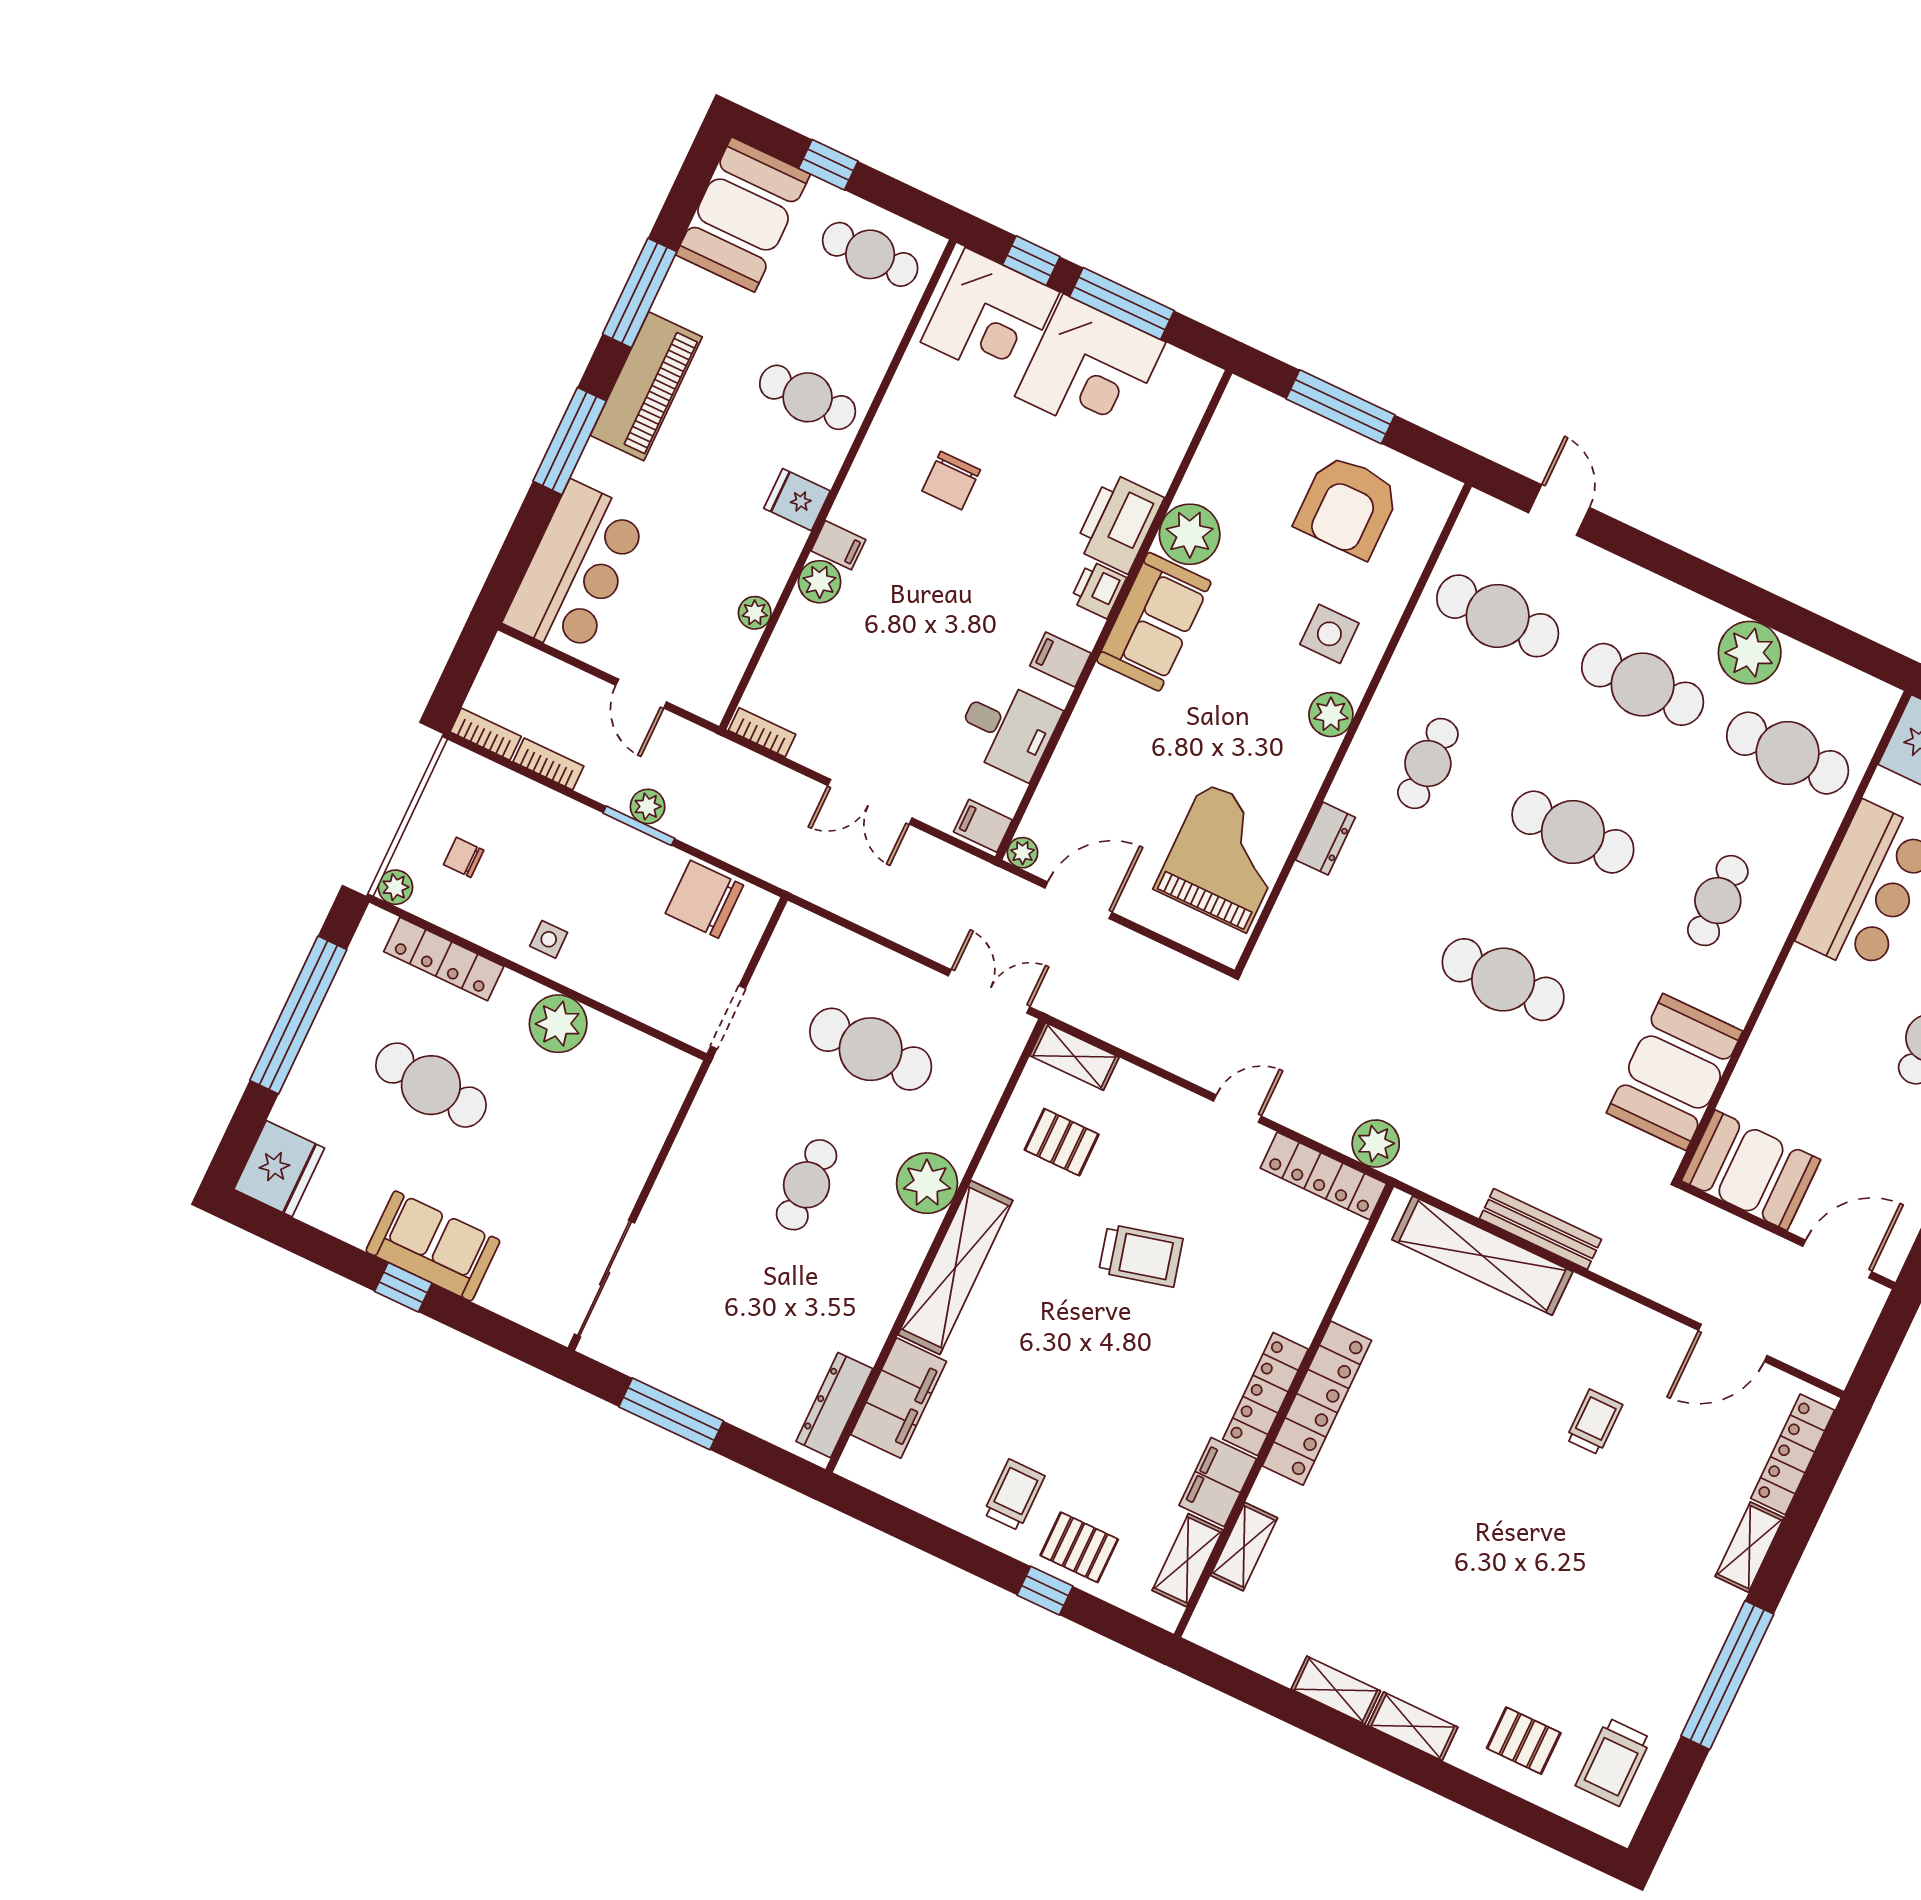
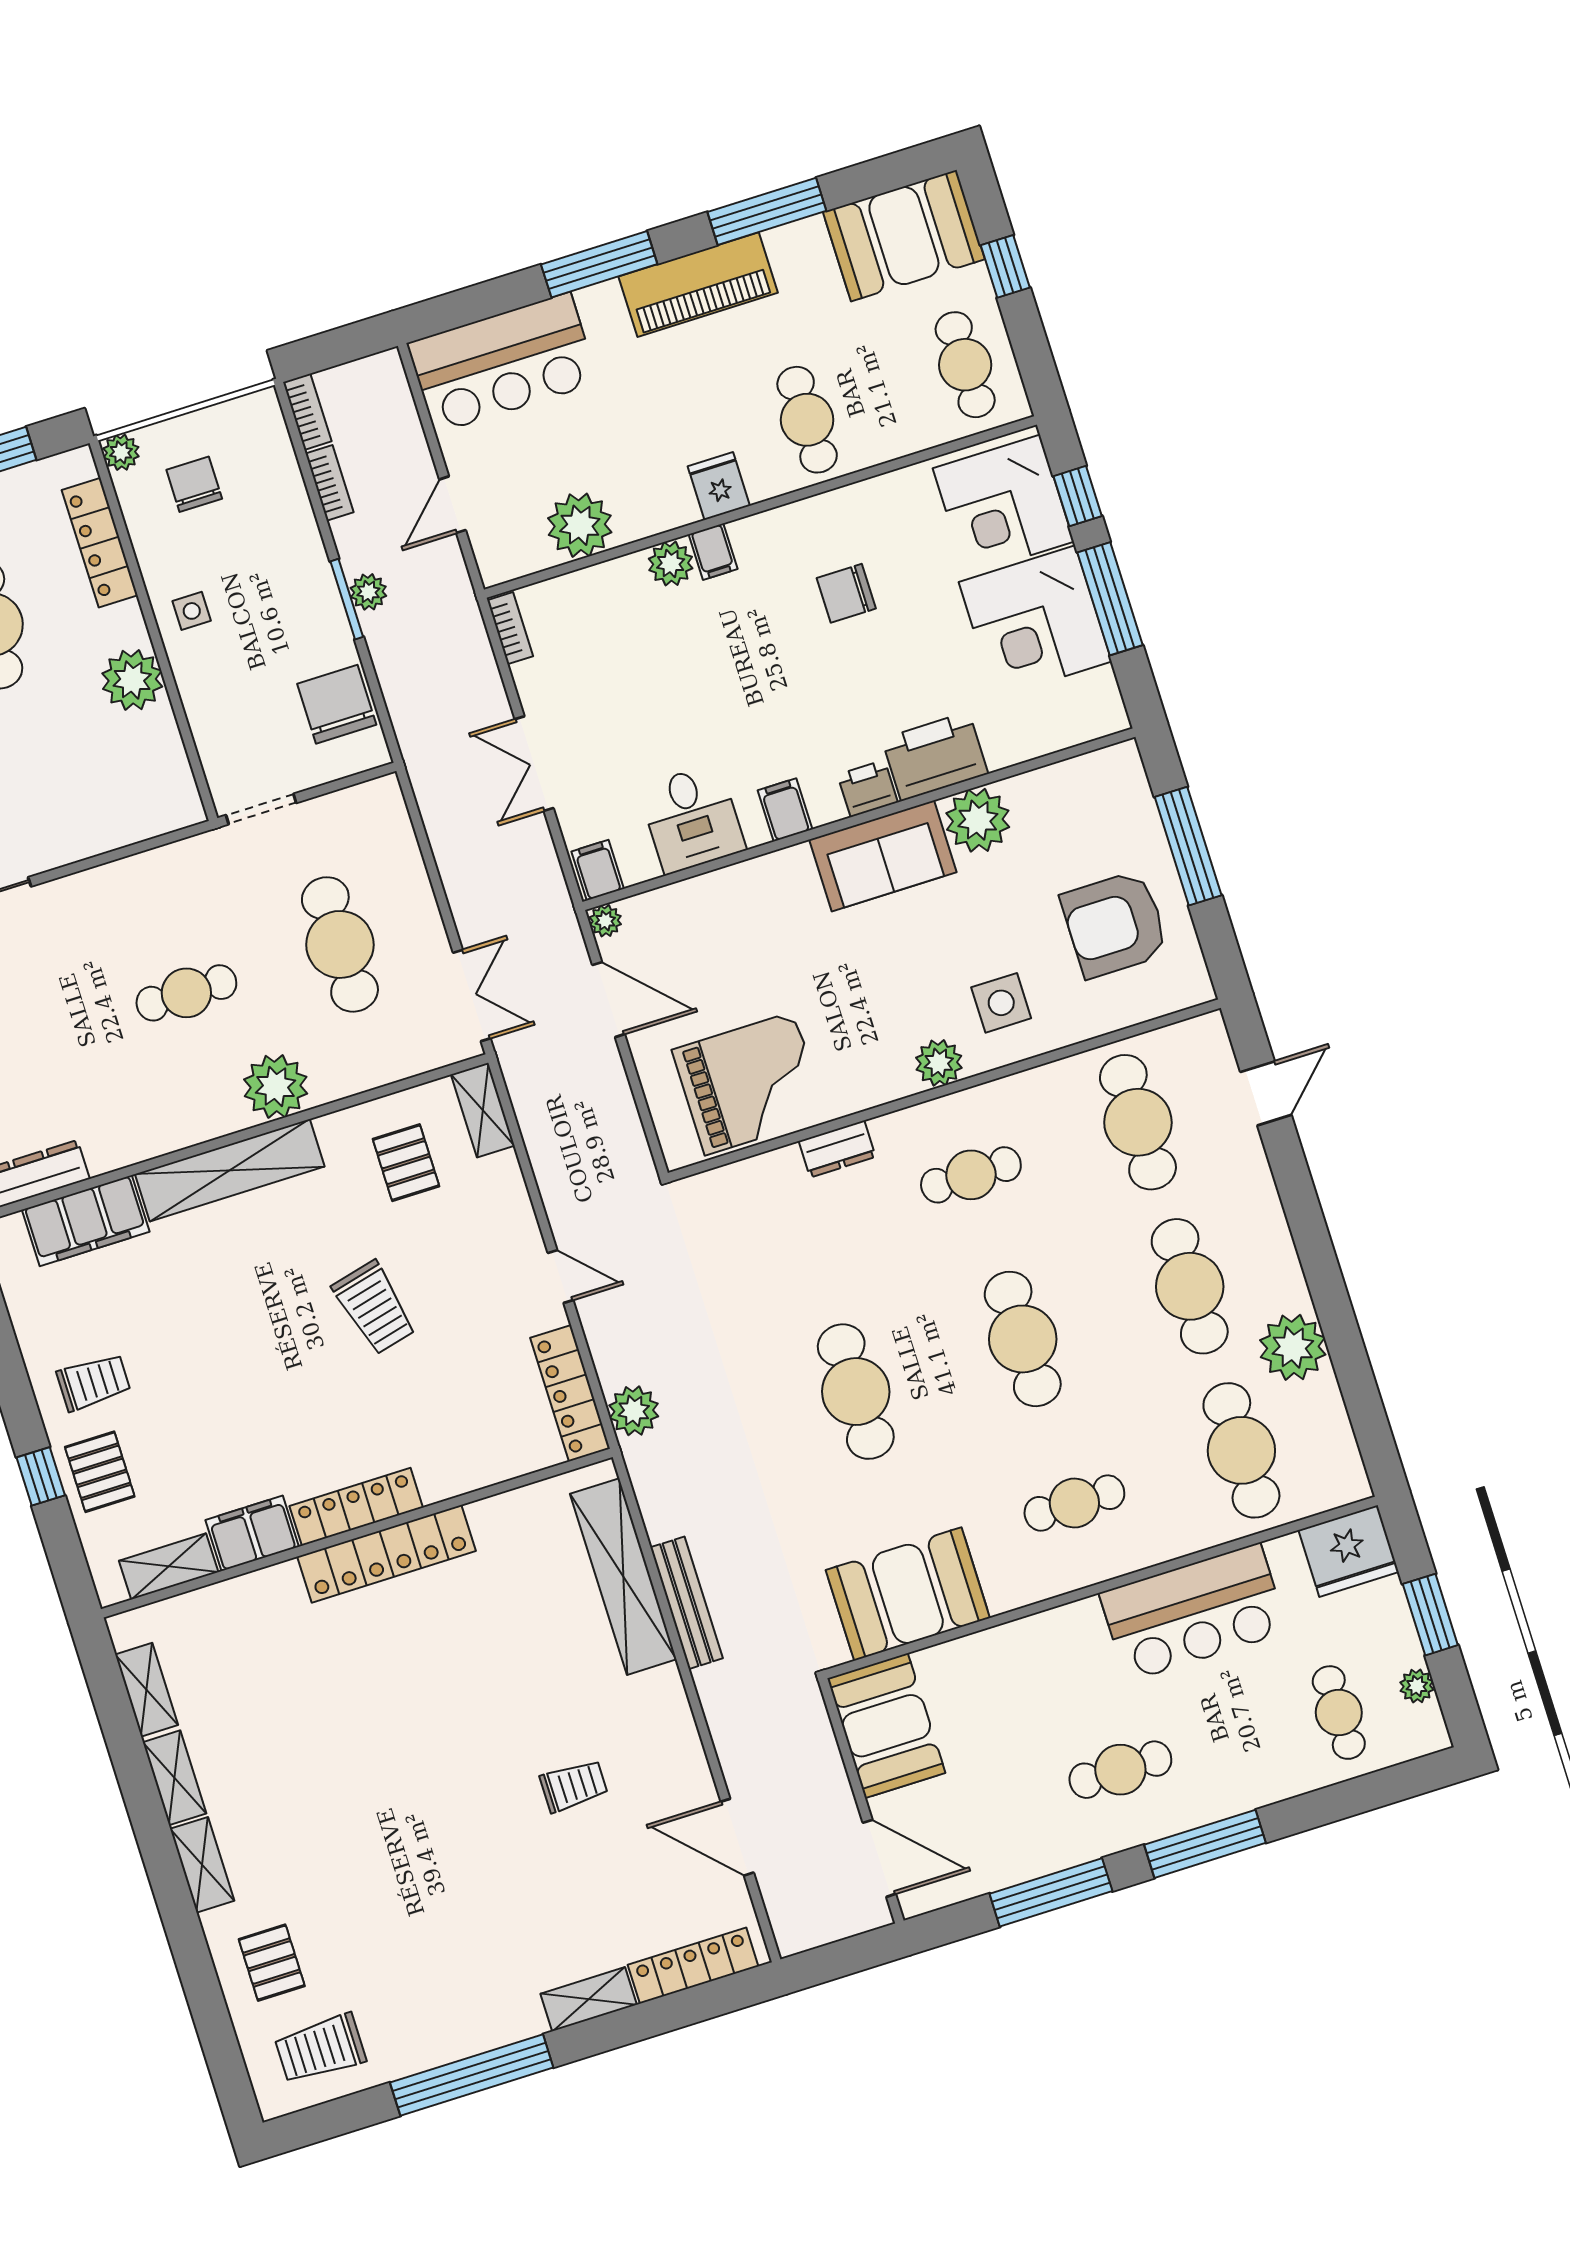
plant: (755, 613) -> (580, 525), width x1.88, depth x1.88
chair: (464, 857) -> (194, 484), width x1.37, depth x1.37
shelving: (1244, 1547) -> (146, 1690), moved, turned 90

